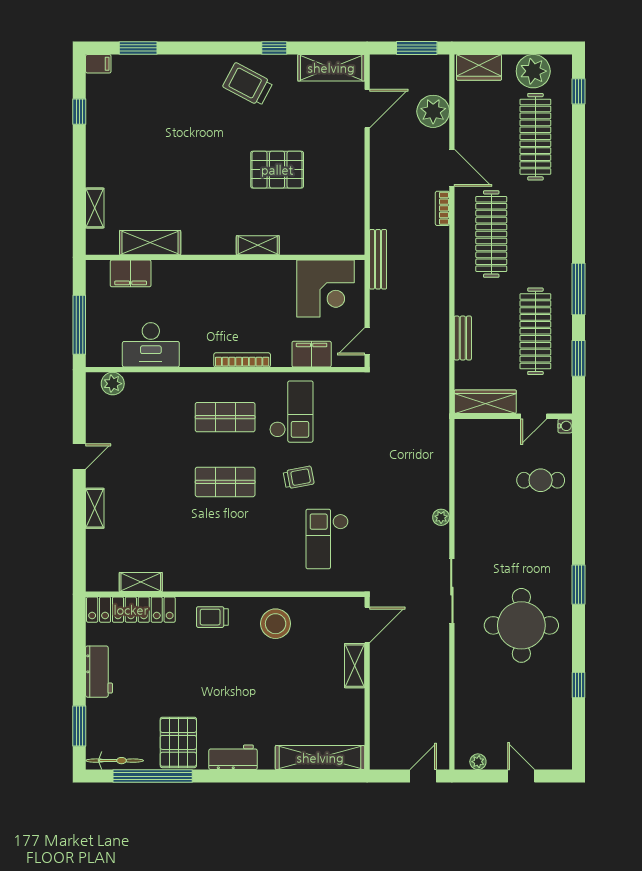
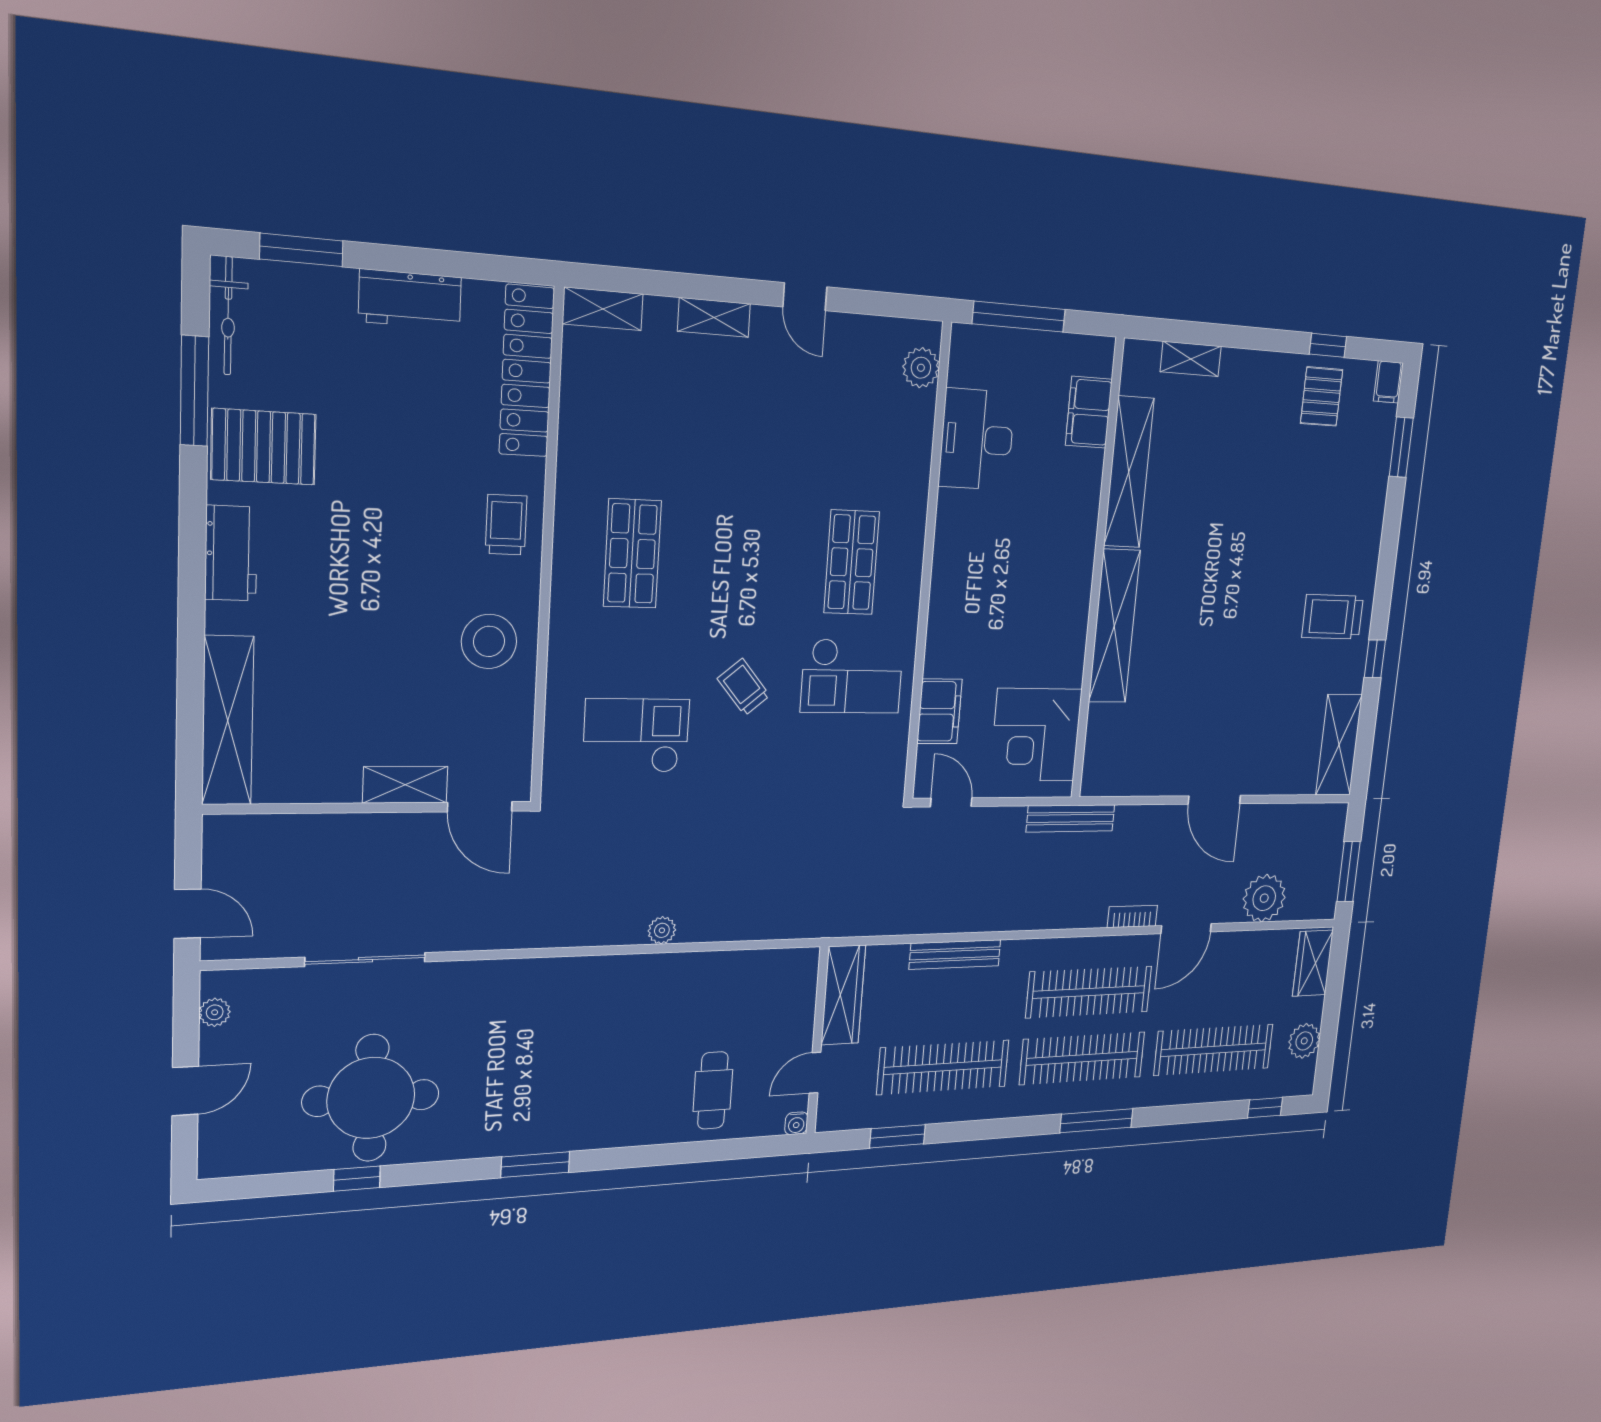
plant: (533, 71) -> (1304, 1041), width x0.73, depth x0.73
trolley: (248, 84) -> (1333, 617), turned -118
door: (367, 109) -> (1214, 800), moved
pallet: (277, 170) -> (1322, 396), moved, width x0.67, depth x0.71
clothes rail: (535, 234) -> (1082, 1058), added
shelving: (150, 243) -> (1129, 472), width x1.47
shelving: (258, 245) -> (1114, 626), width x2.20, depth x1.33
window: (579, 289) -> (1096, 1121), moved
bench: (463, 338) -> (955, 955), width x1.36
bookcase: (242, 360) -> (940, 595), removed
door: (534, 416) -> (815, 1073), hinge flipped
trolley: (299, 477) -> (744, 687), turned 151
shop shelf: (225, 482) -> (632, 554), moved
shelving: (141, 582) -> (603, 309), moved, turned 90
sliding door: (452, 591) -> (365, 960), moved
round table: (521, 625) -> (371, 1098), moved
window: (153, 776) -> (194, 391), width x0.68

